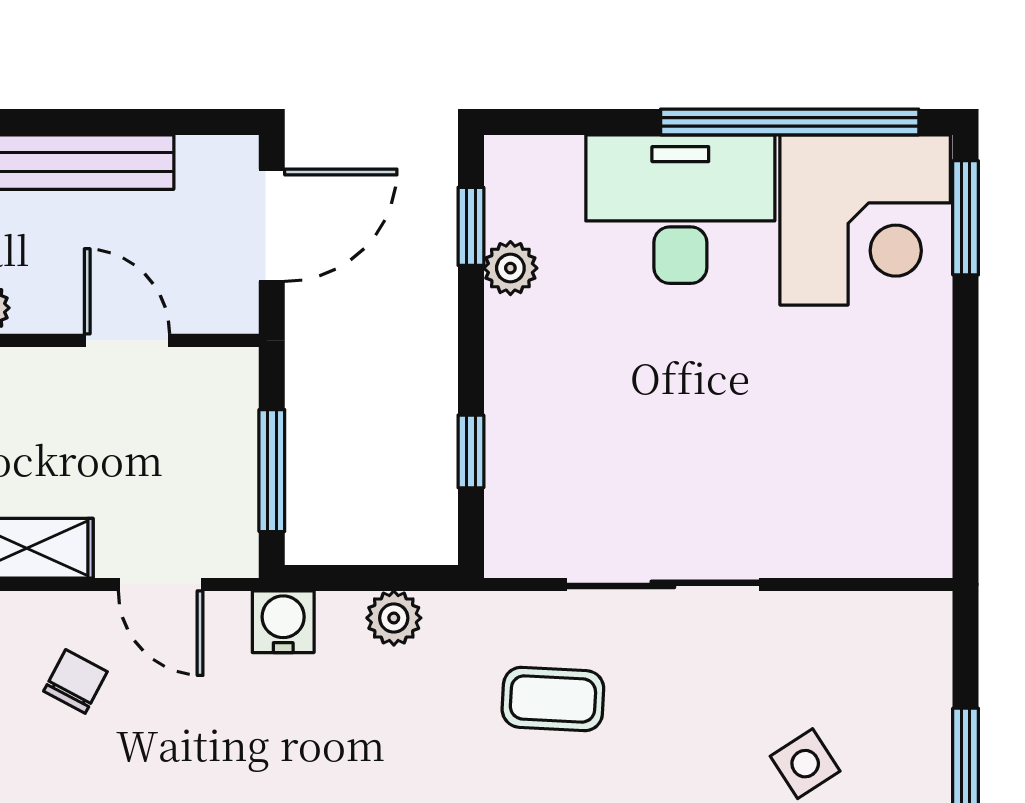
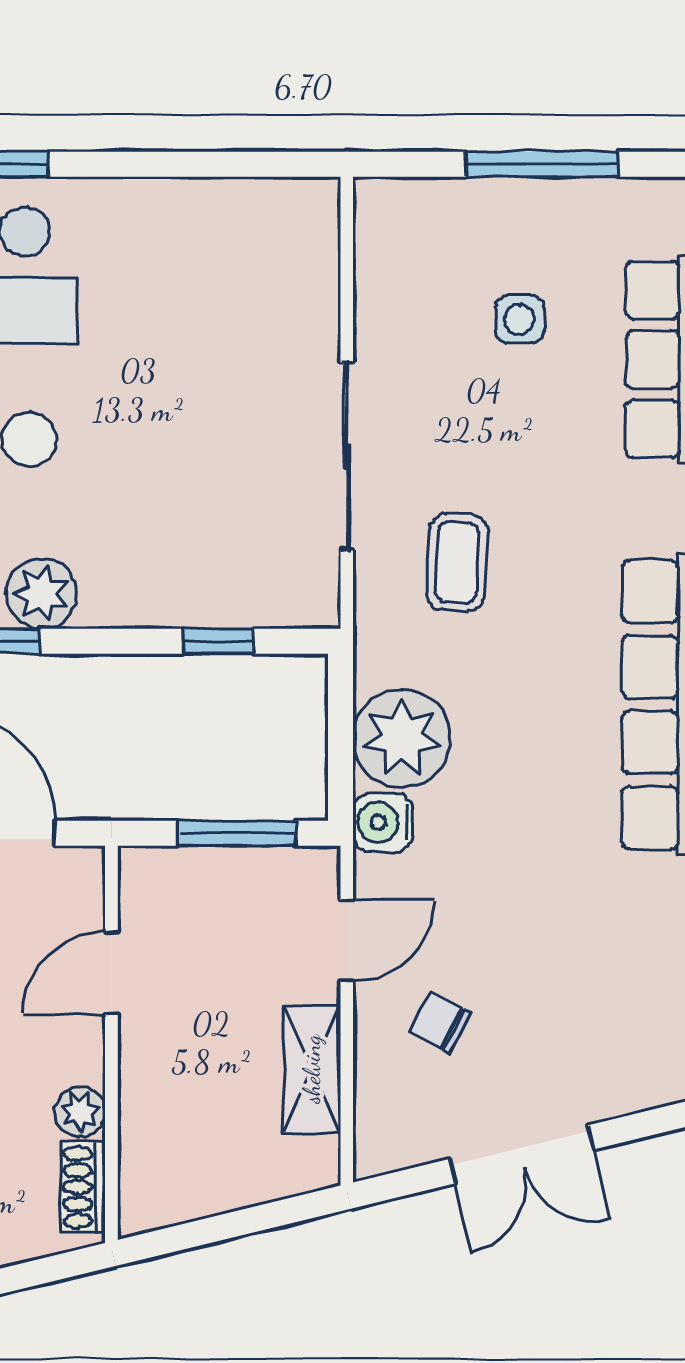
plant: (510, 268) -> (42, 594), width x1.38, depth x1.38
plant: (394, 618) -> (402, 739), width x1.87, depth x1.87
side table: (805, 764) -> (520, 319), turned 33

